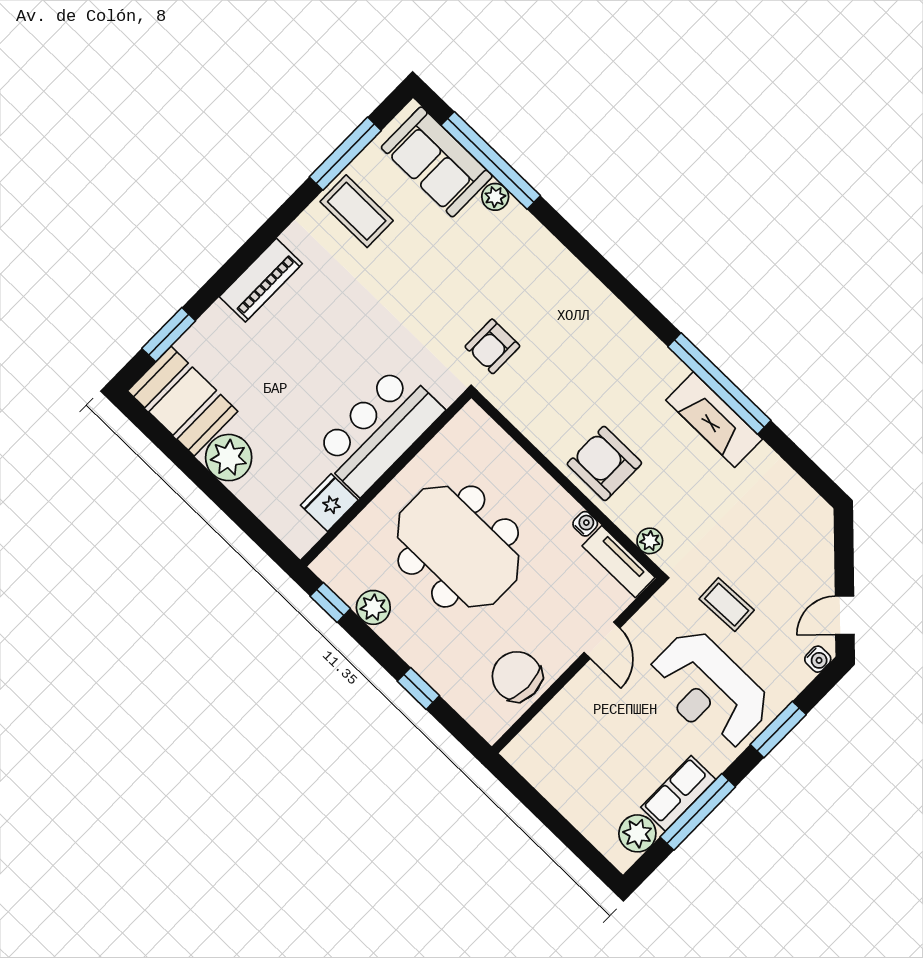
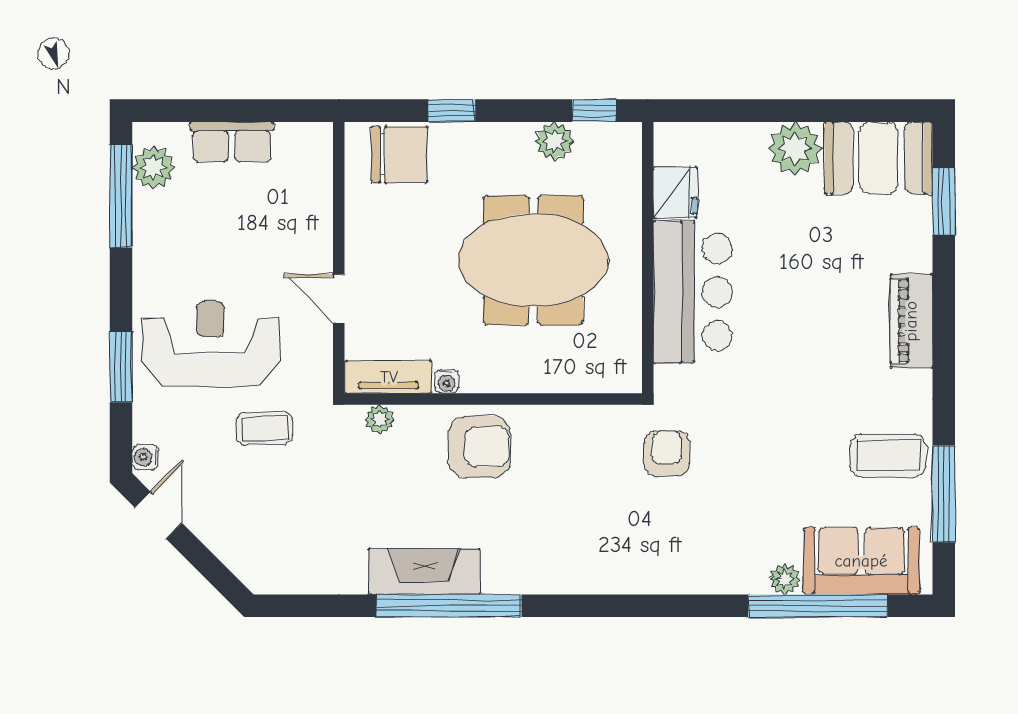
chair: (517, 676) -> (399, 155), moved
row of seats: (678, 793) -> (232, 142), moved, turned 90
window: (698, 812) -> (121, 196), moved

